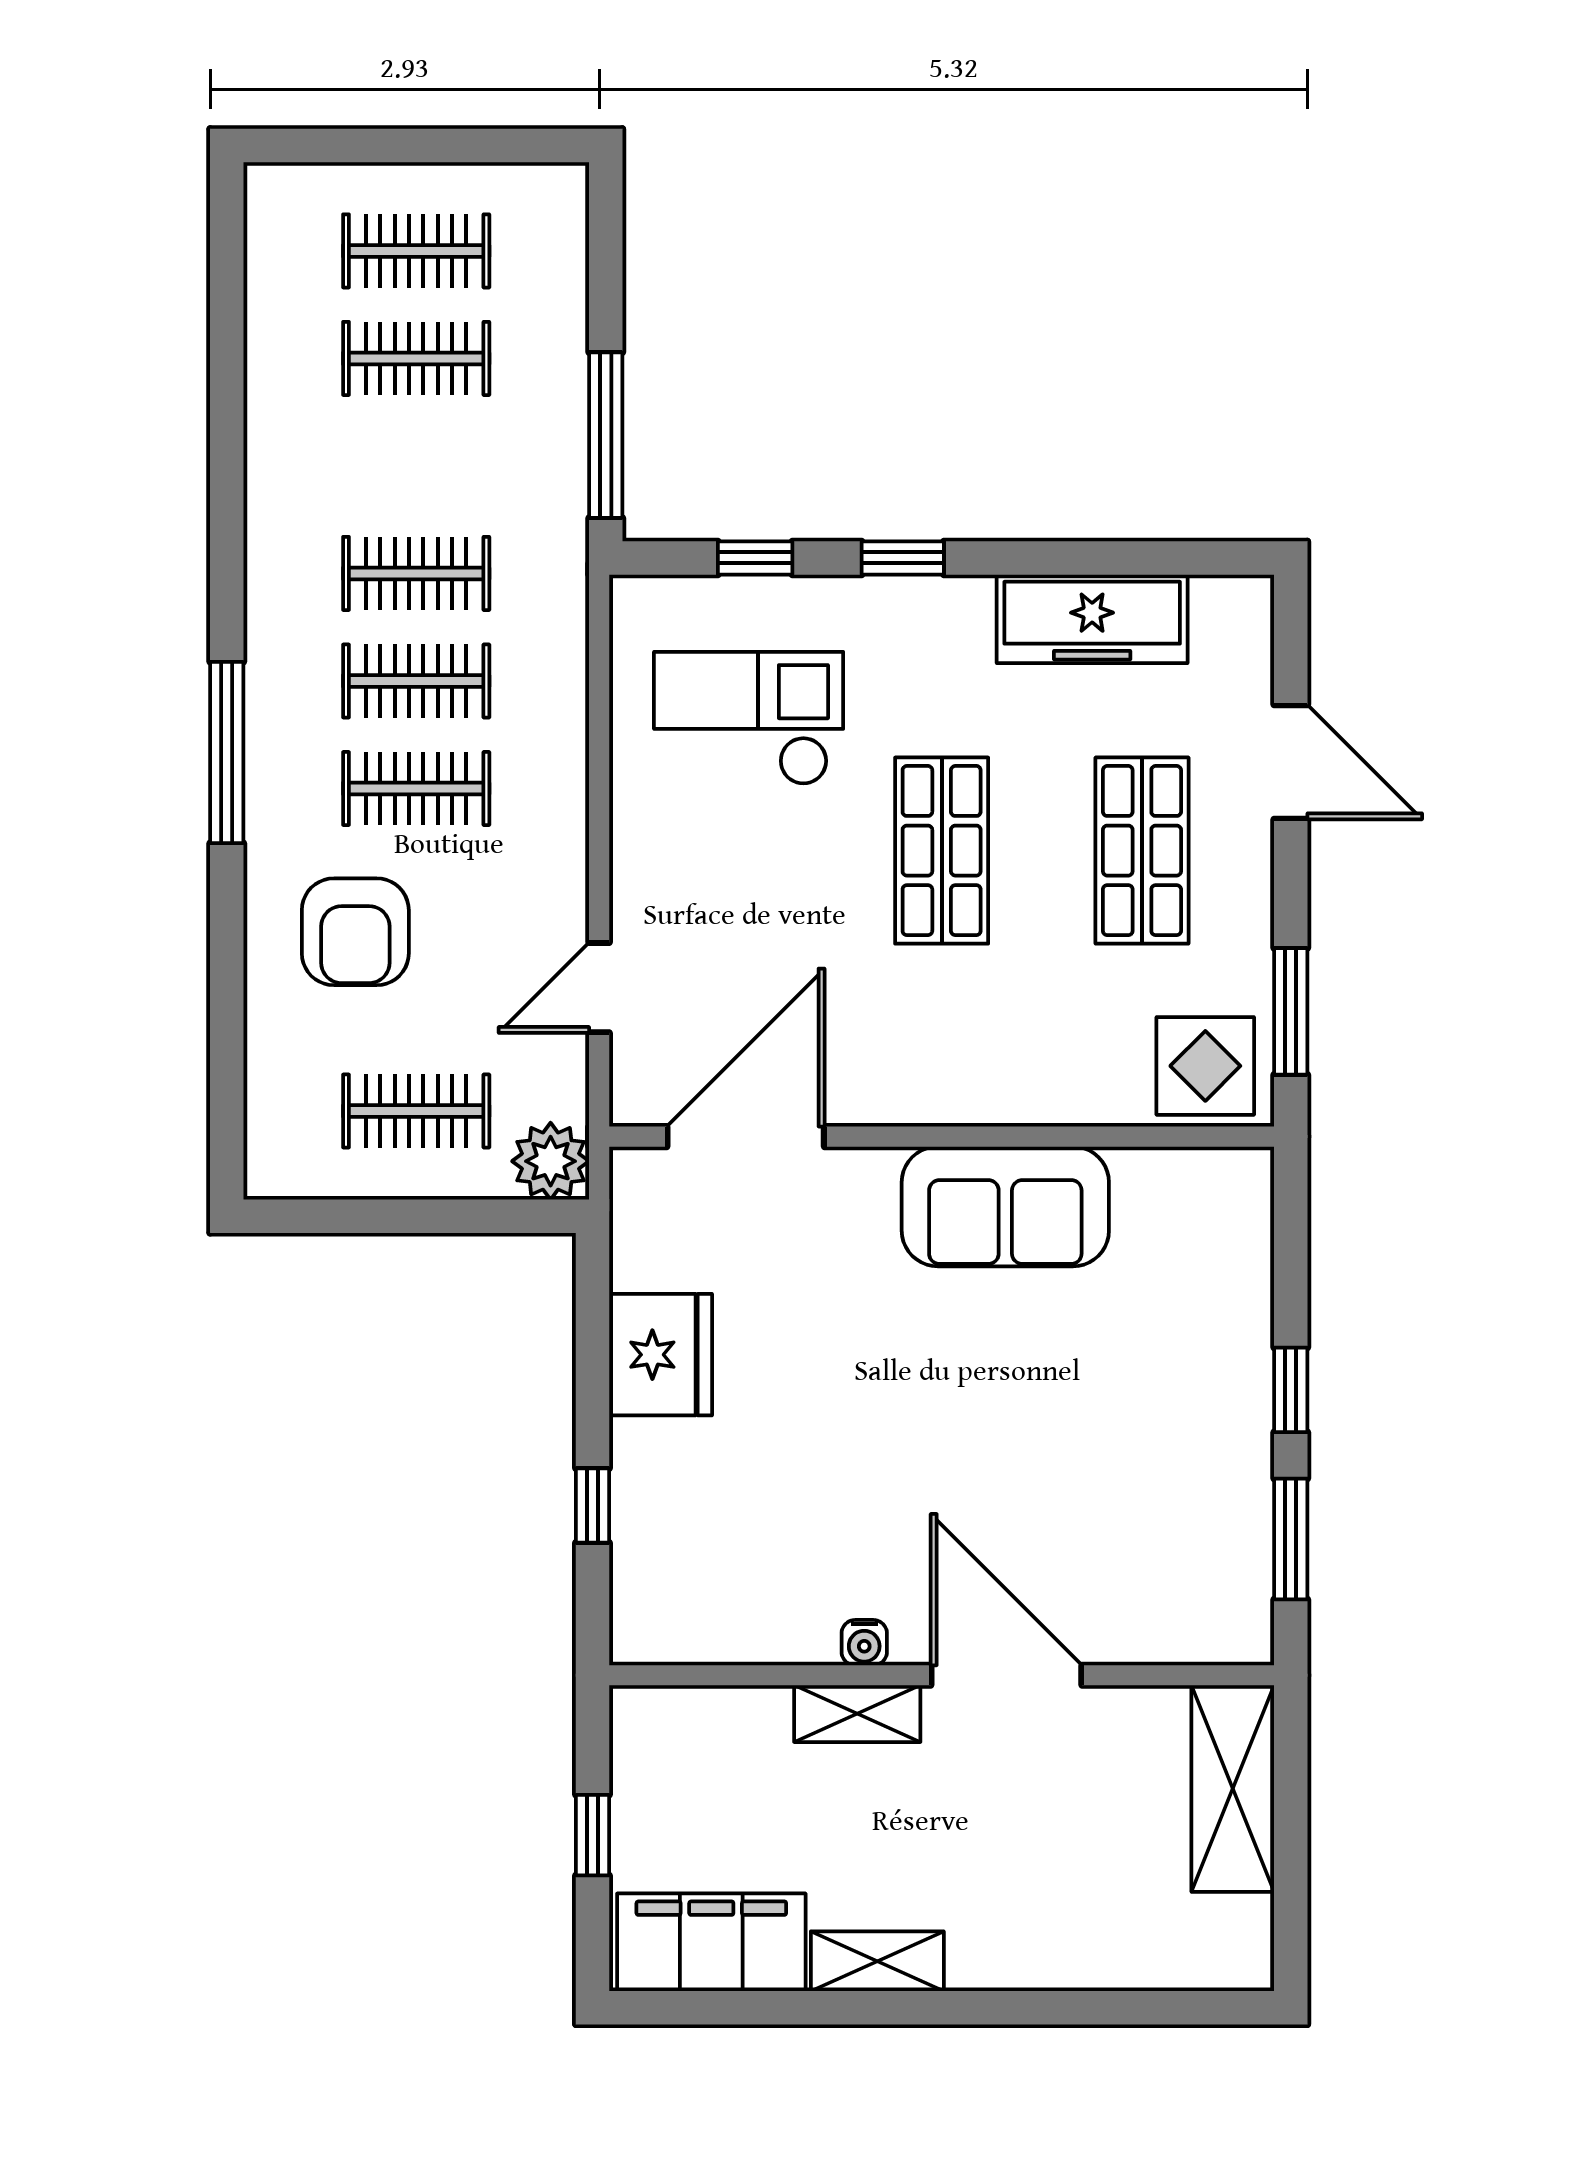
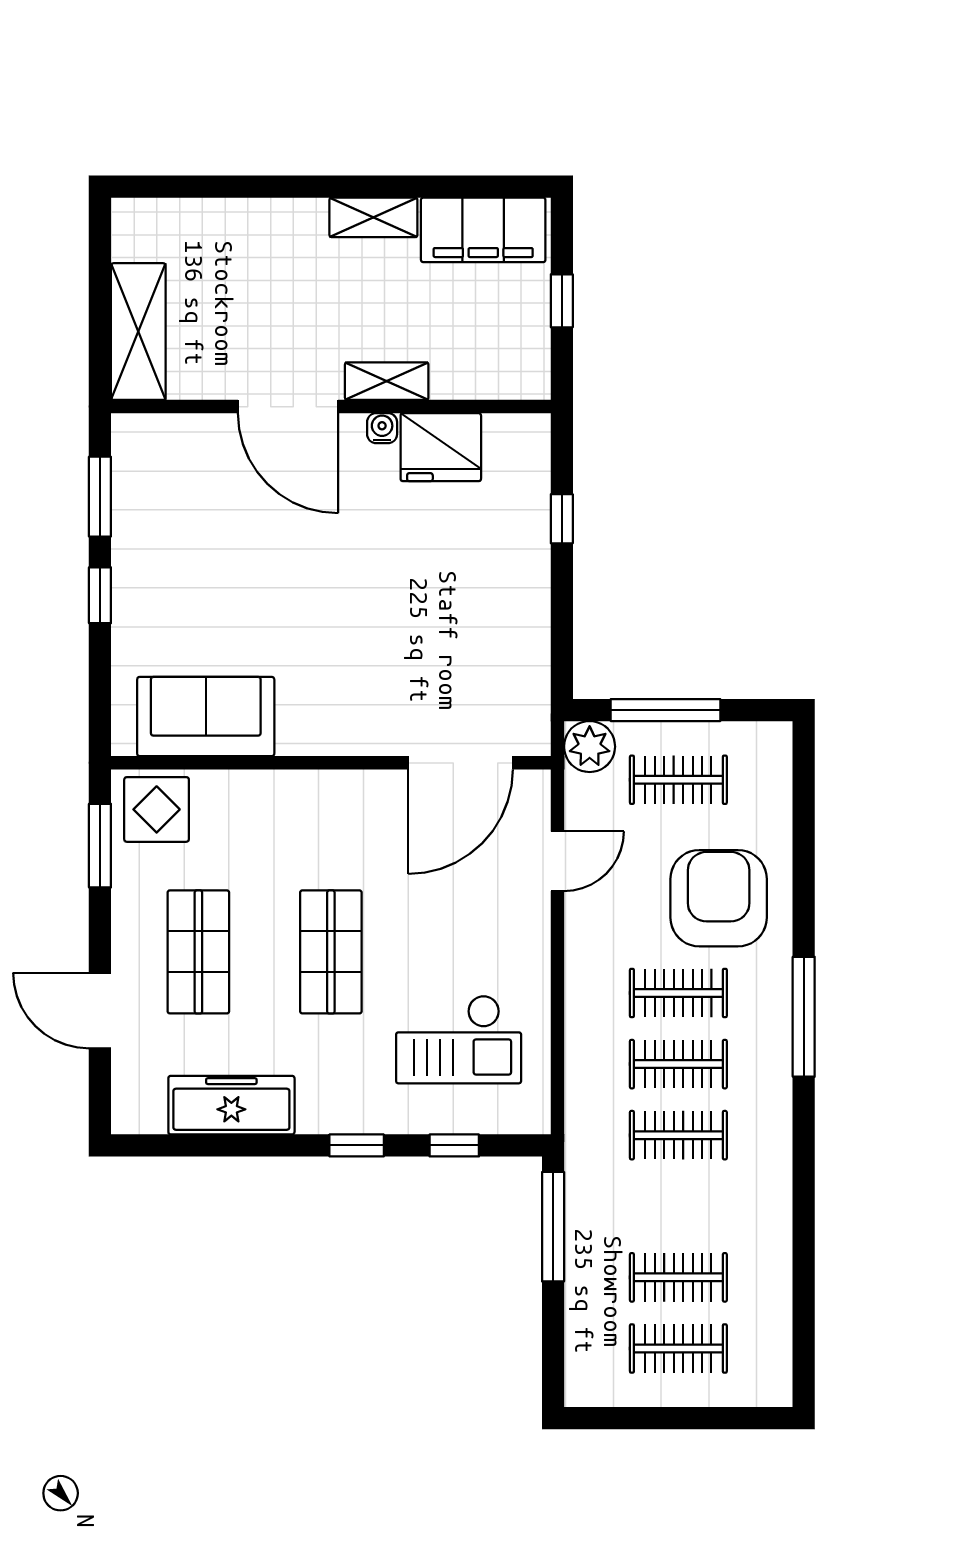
armchair: (355, 932) -> (719, 898), width x1.36, depth x1.36
sofa: (1005, 1206) -> (206, 717), moved
window: (436, 1216) -> (665, 710), added
fridge: (661, 1355) -> (441, 447), moved, turned -90

